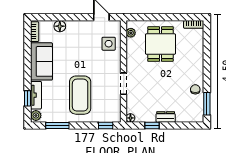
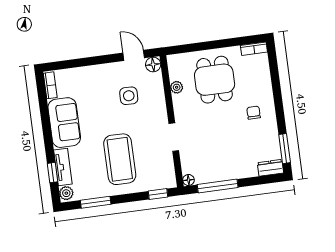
floor lamp: (60, 26) -> (153, 65), moved
plant: (131, 33) -> (177, 87), moved
side table: (109, 44) -> (129, 96), moved
chair: (195, 89) -> (254, 113), moved
dresser: (166, 117) -> (270, 168), moved
window: (152, 125) -> (218, 186), width x2.17

